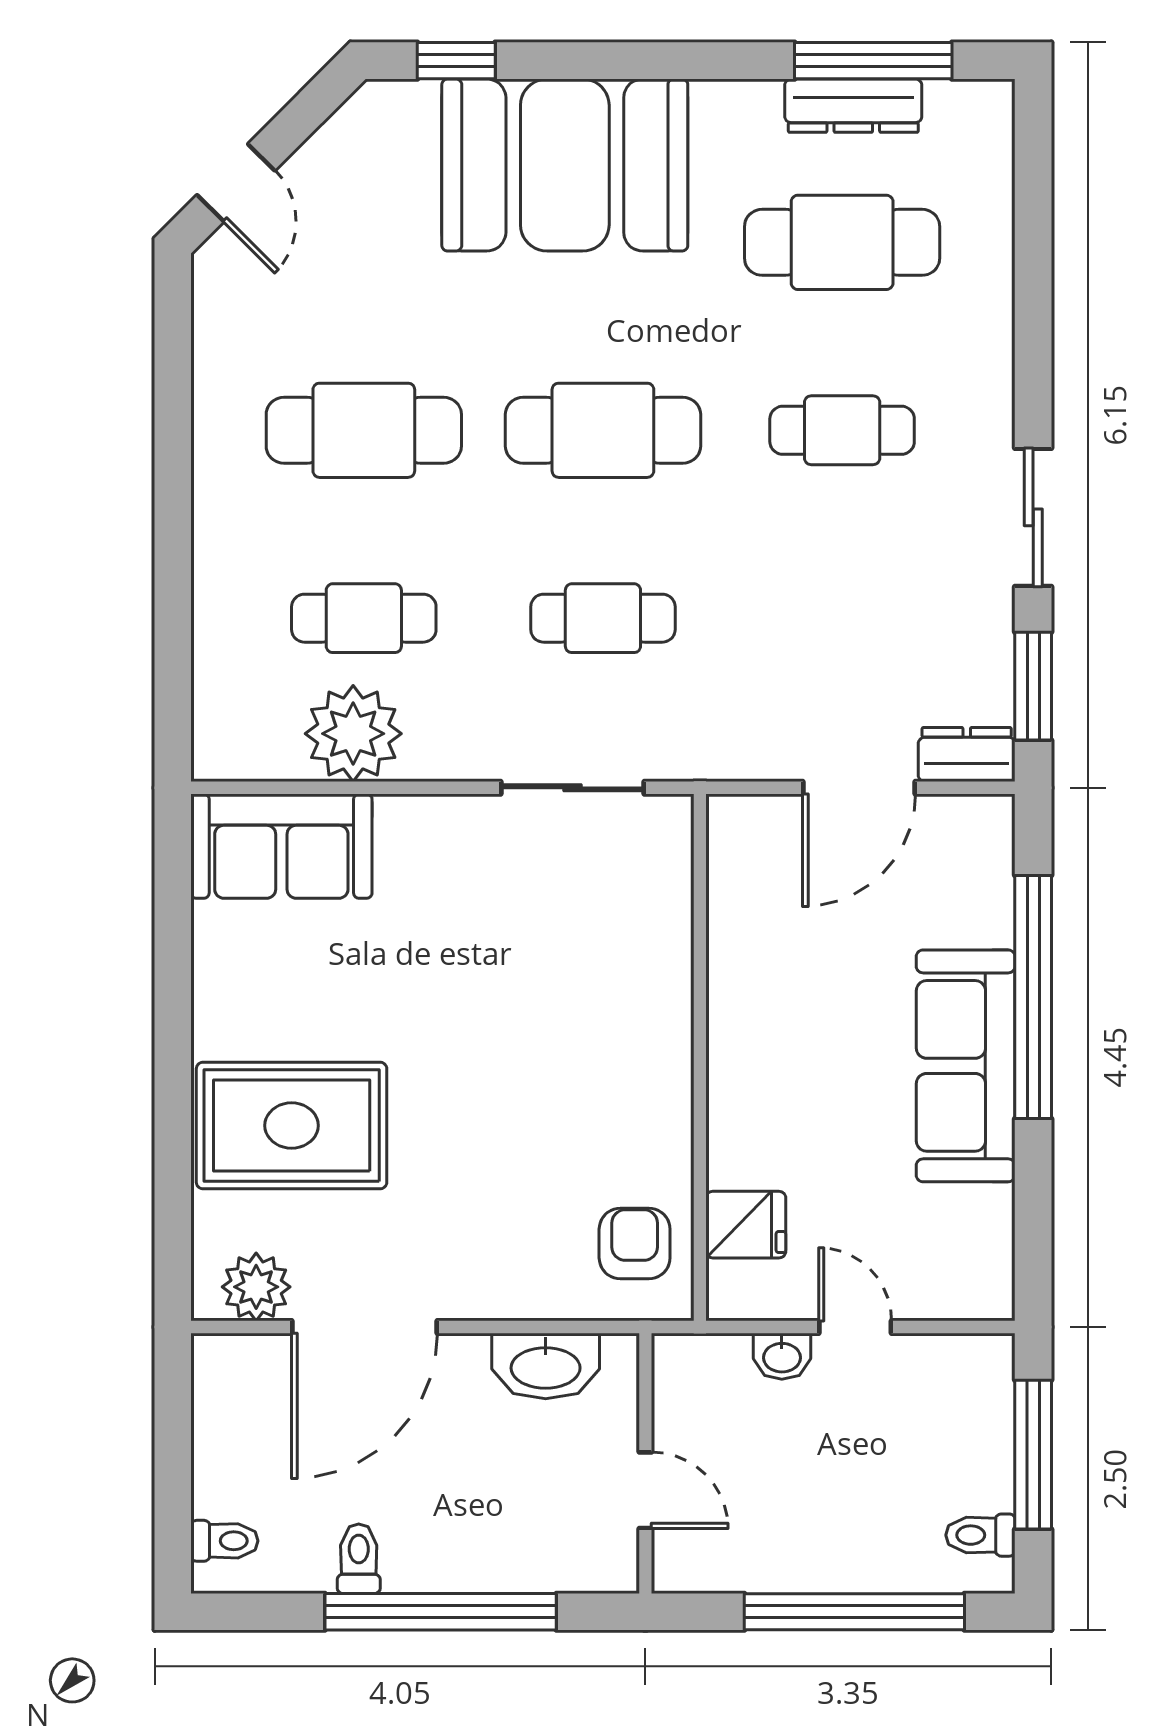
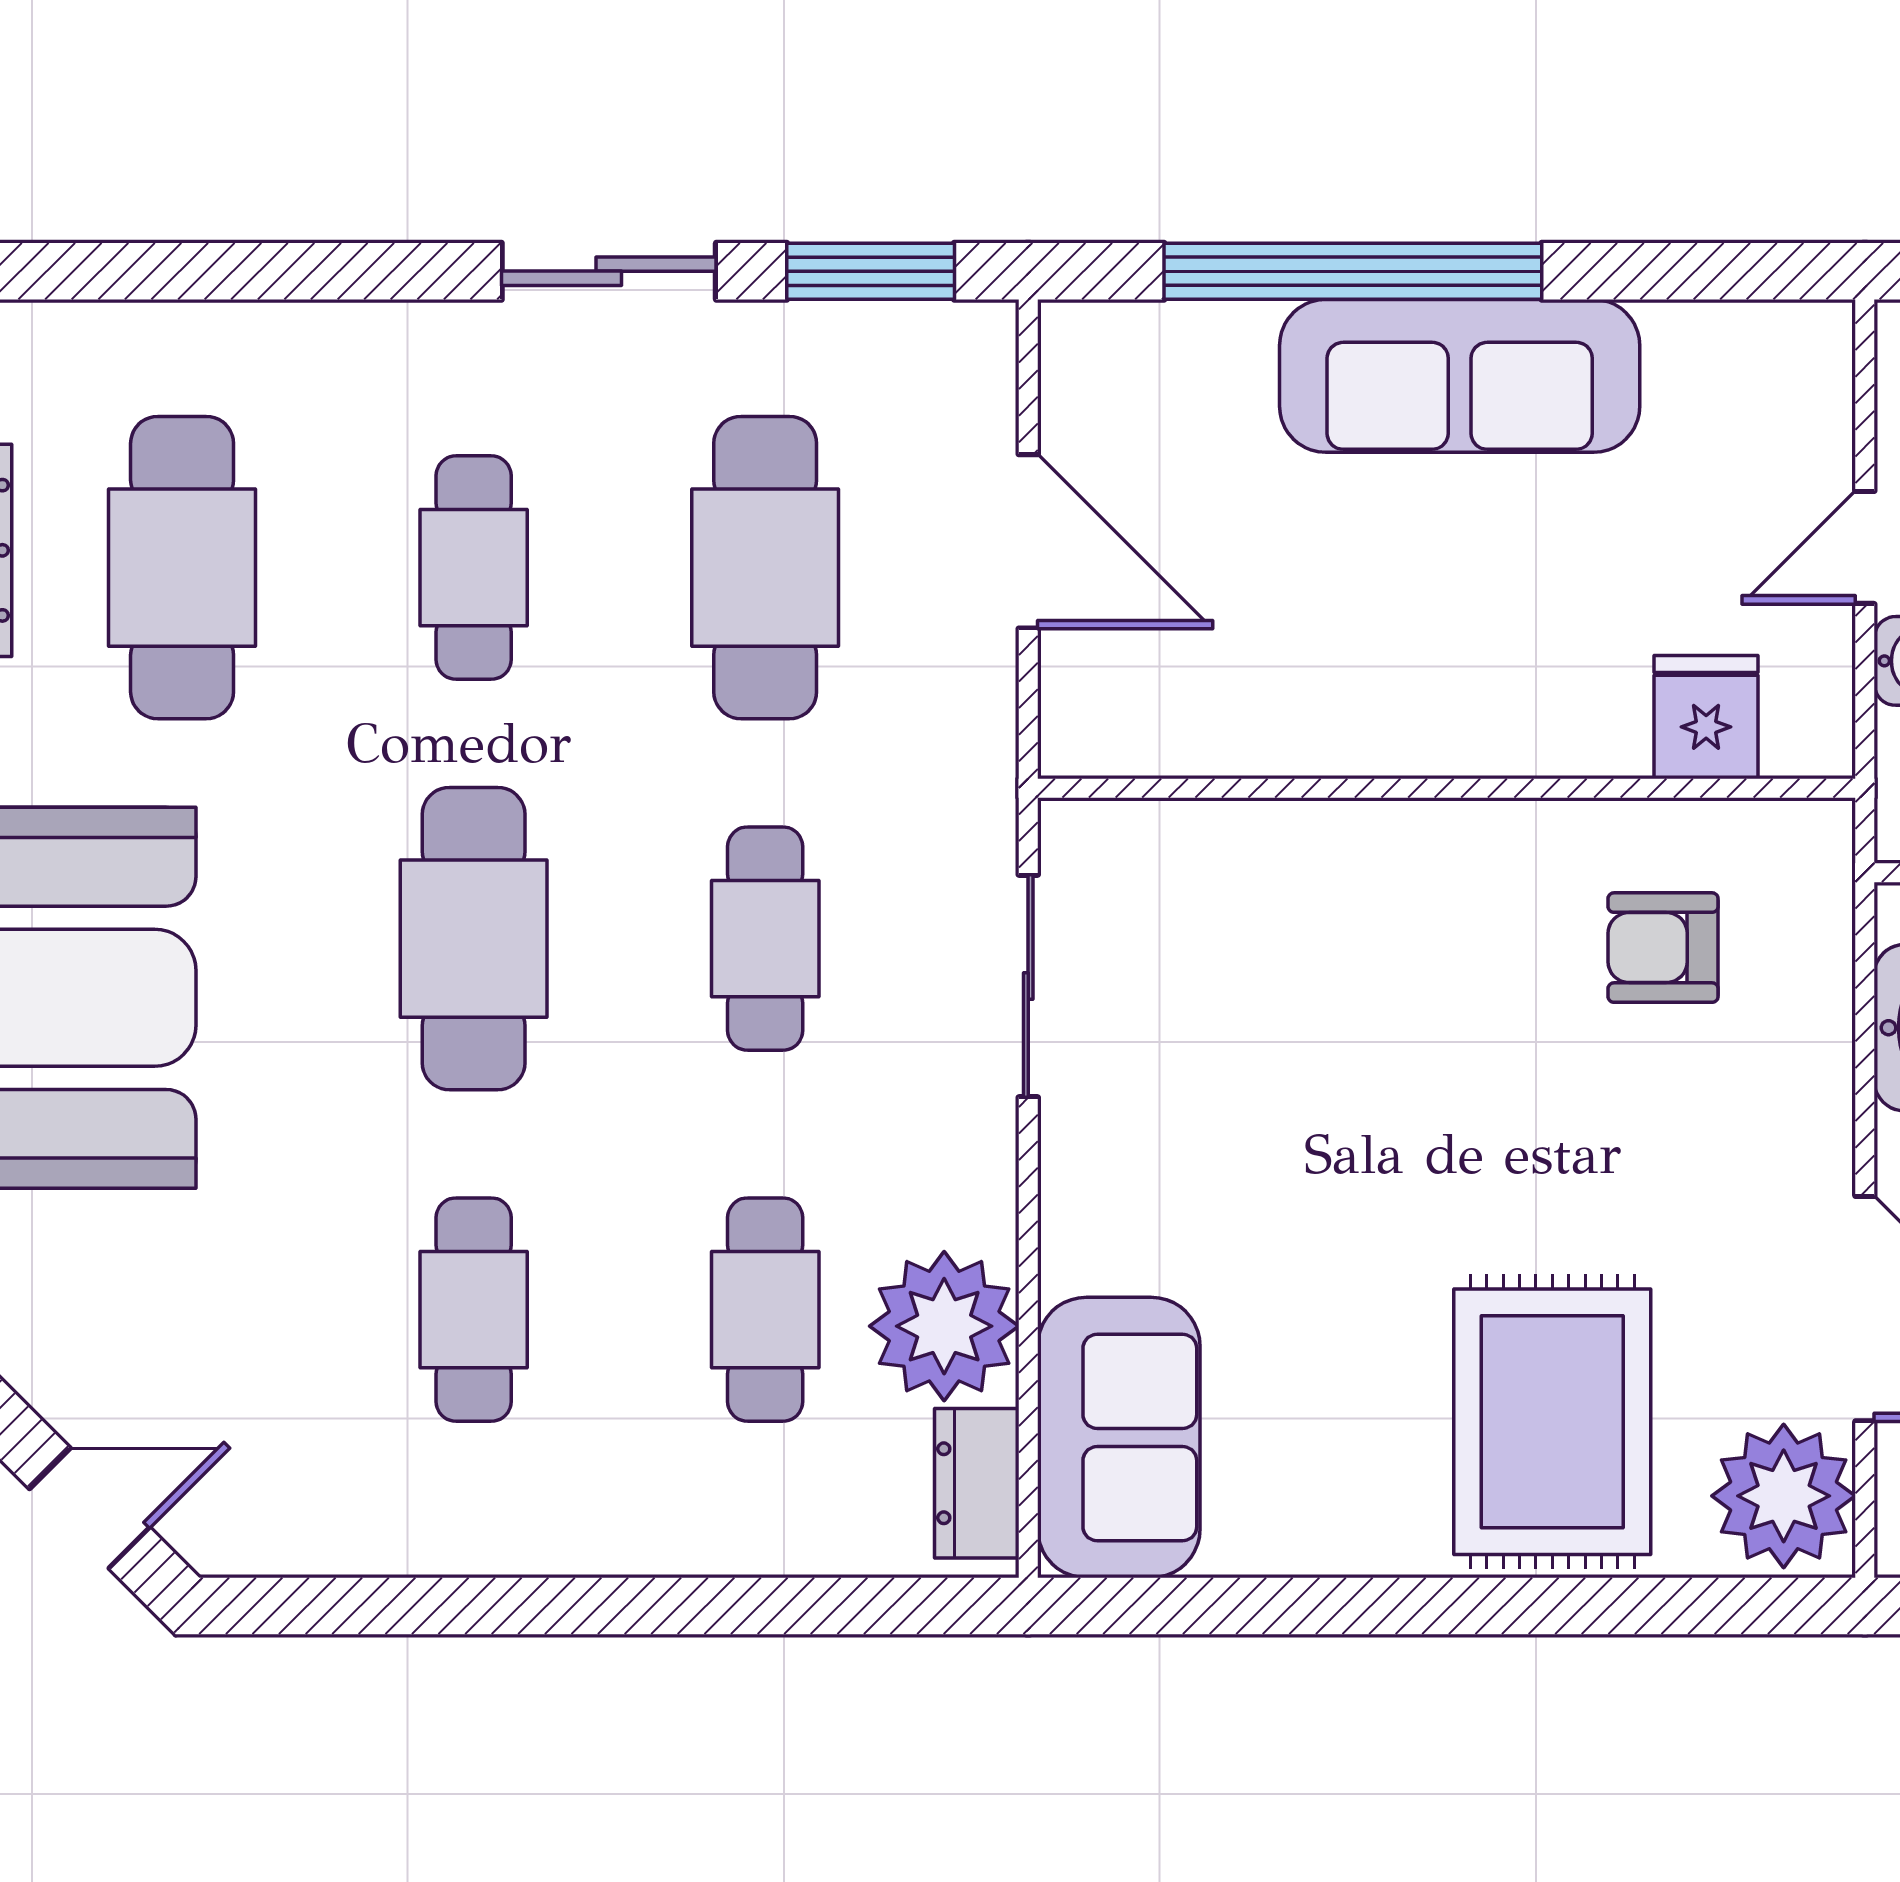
cafe table: (364, 430) -> (474, 1310), width x0.73, depth x0.74
cafe table: (842, 618) -> (765, 568), added
dresser: (967, 755) -> (977, 1483), moved
armchair: (635, 1244) -> (1663, 948), moved
plant: (256, 1287) -> (1784, 1496), width x1.36, depth x1.36

